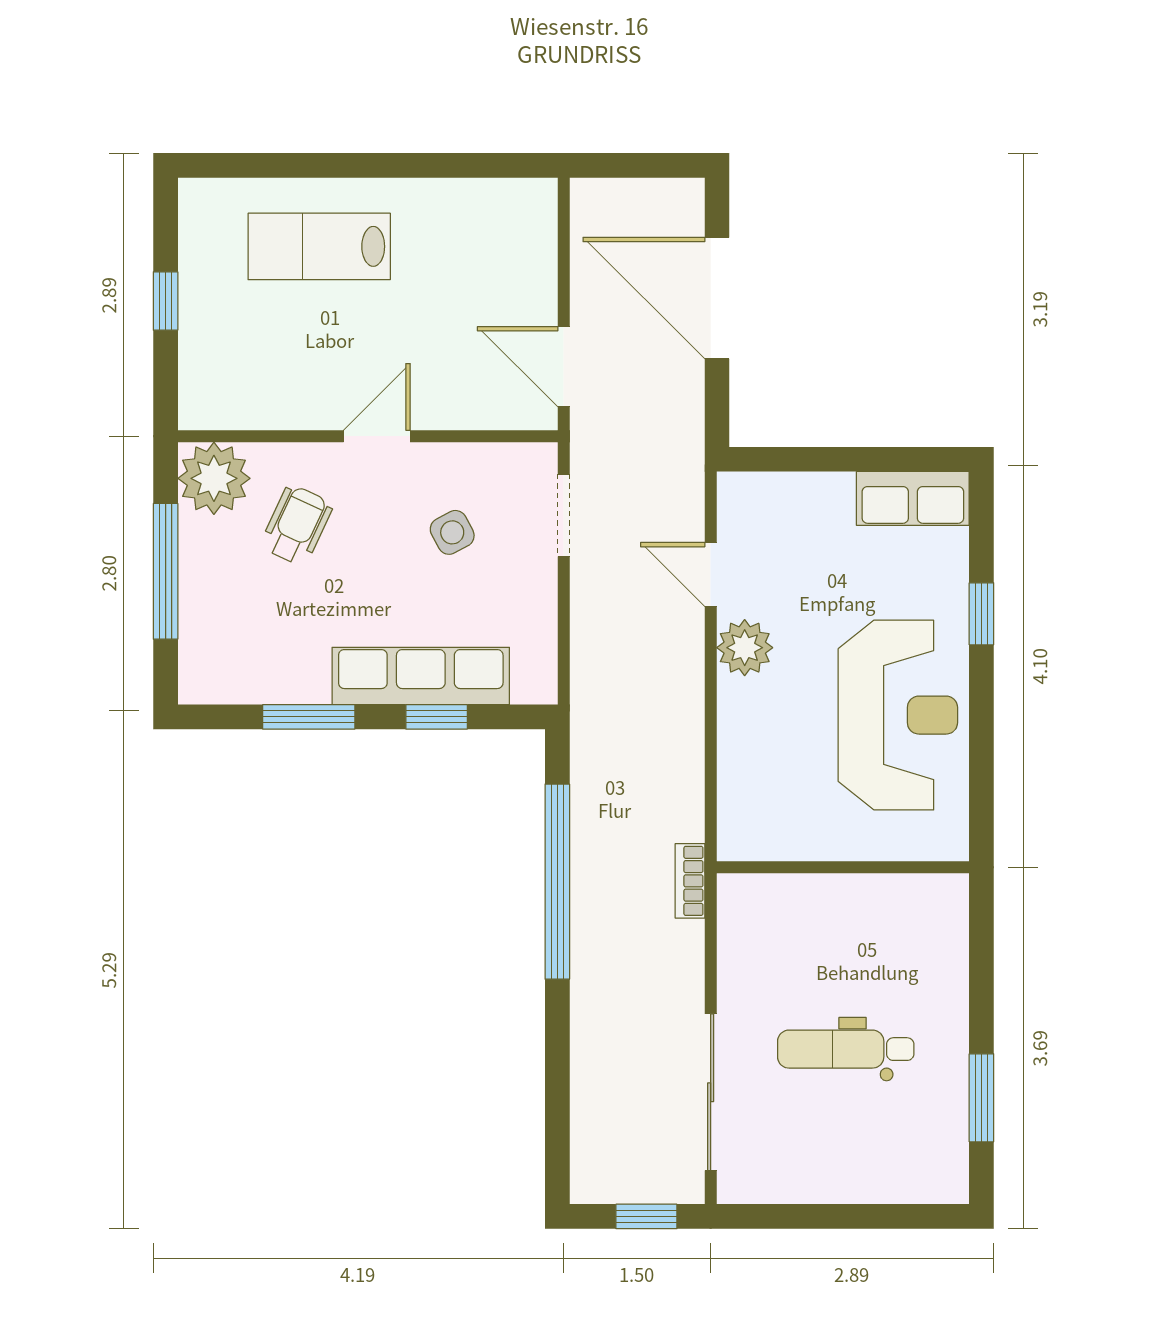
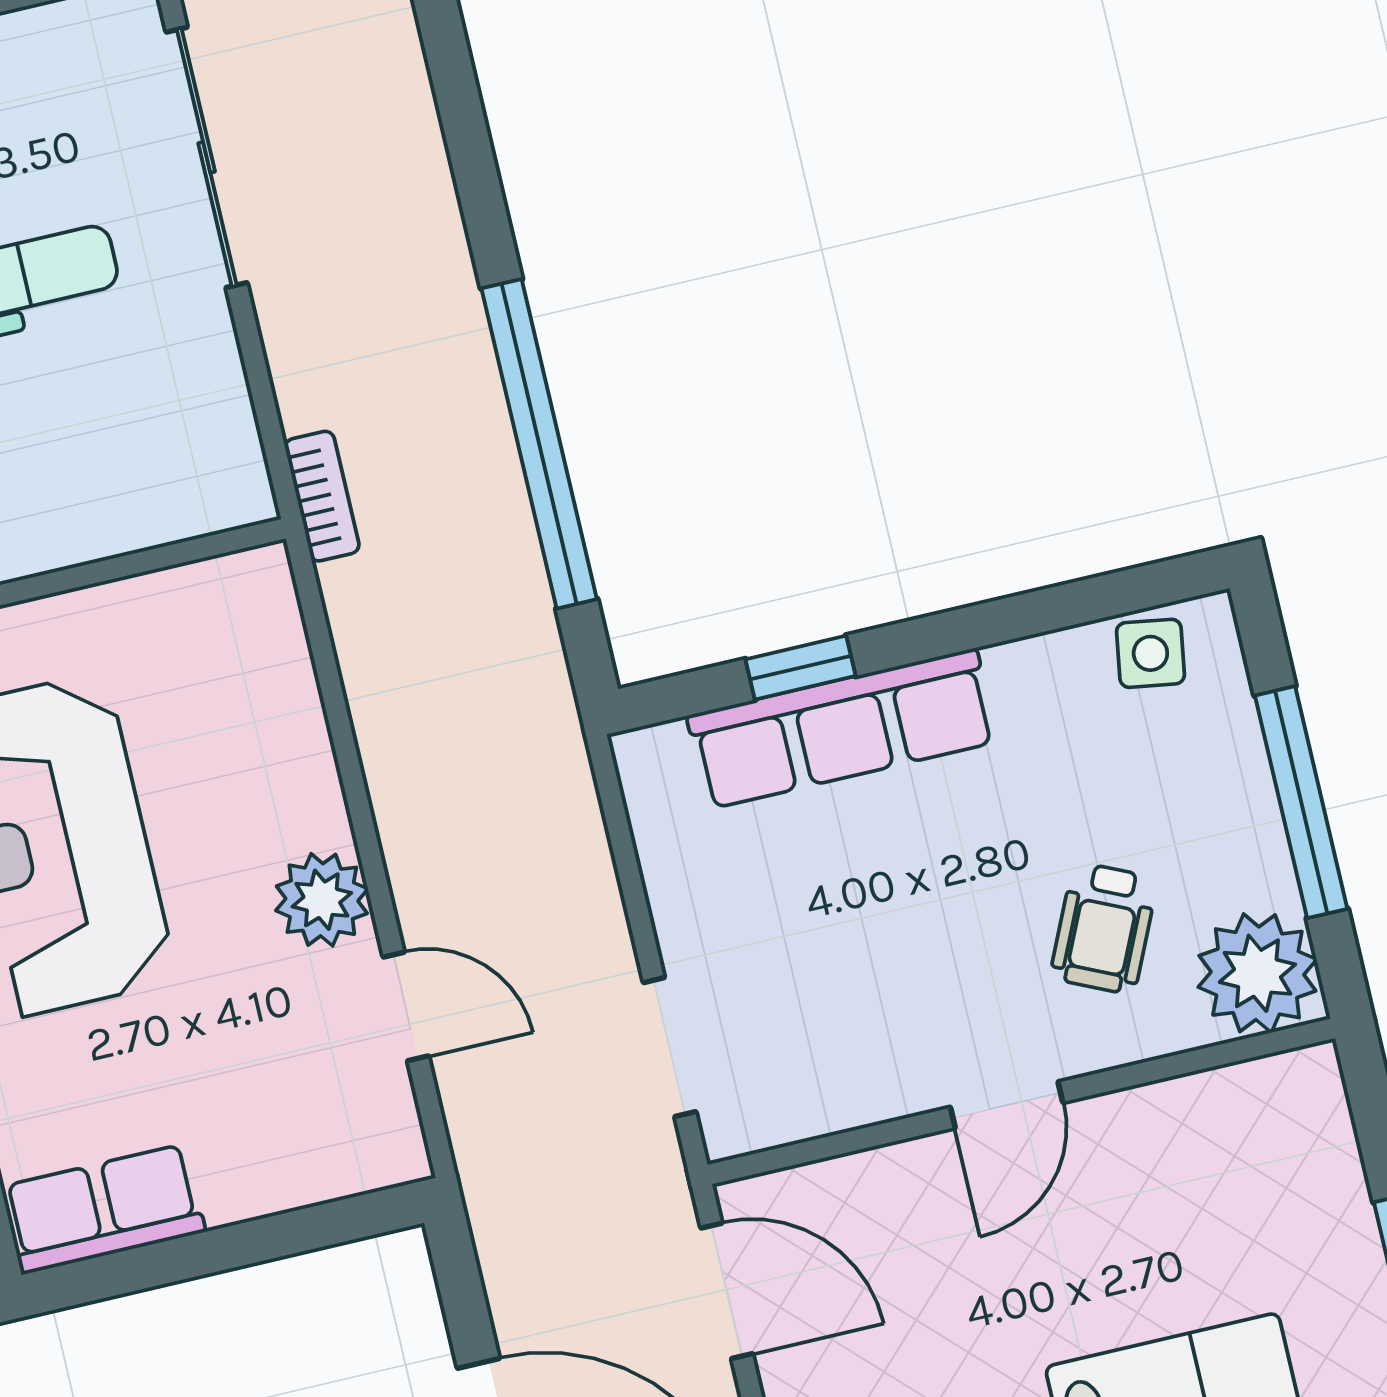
side table: (452, 532) -> (1150, 653), moved, turned 37
window: (309, 717) -> (1010, 618), removed

